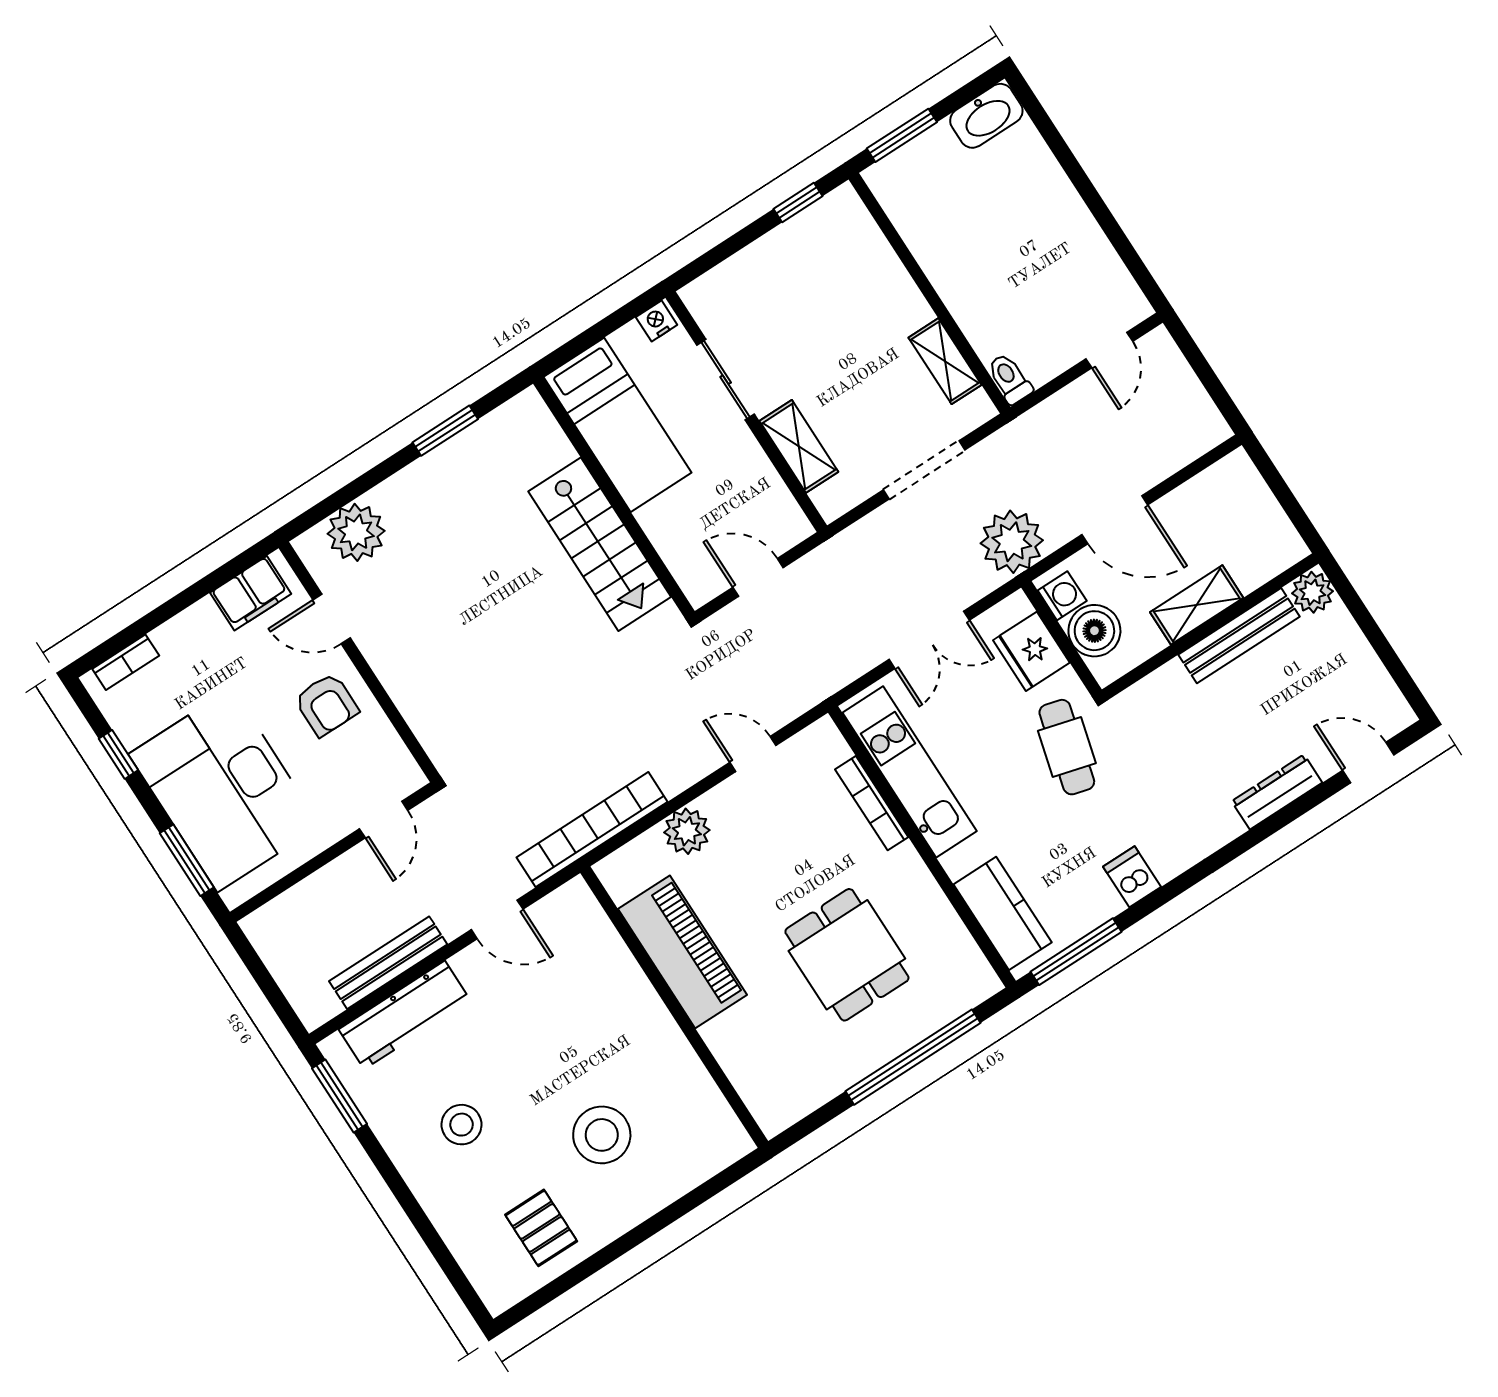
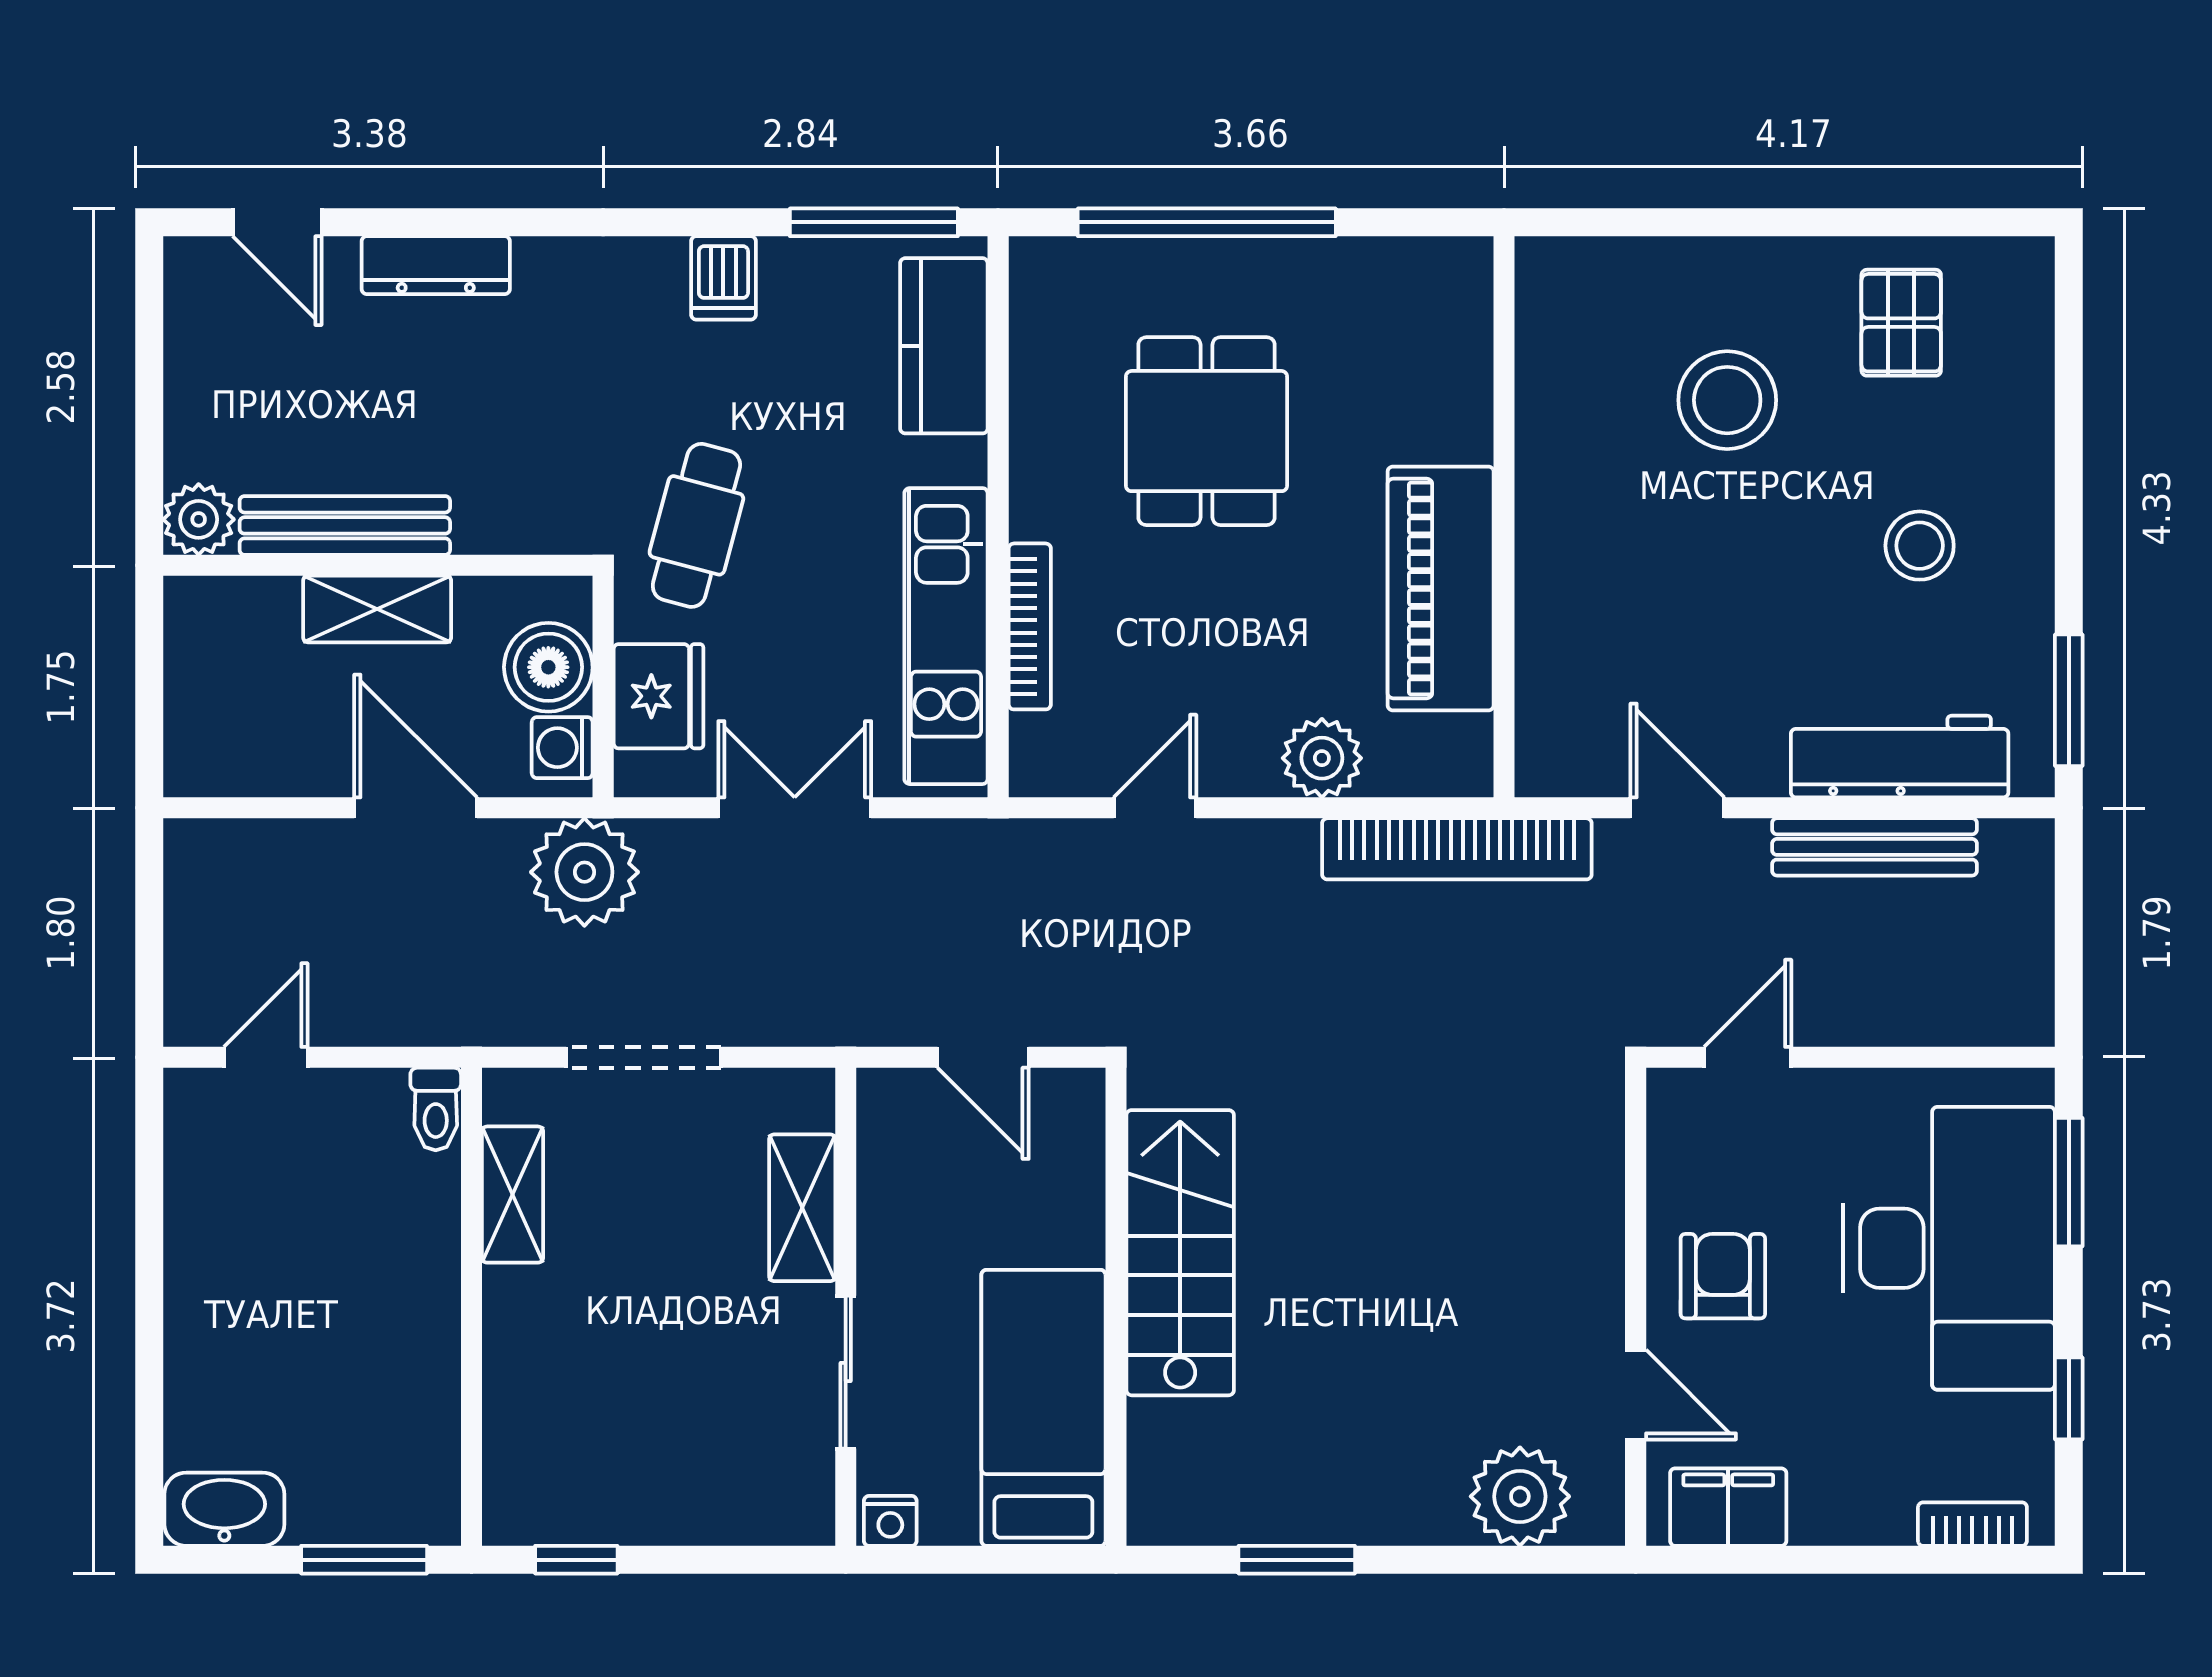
door: (753, 754) -> (1155, 808), swing flipped

